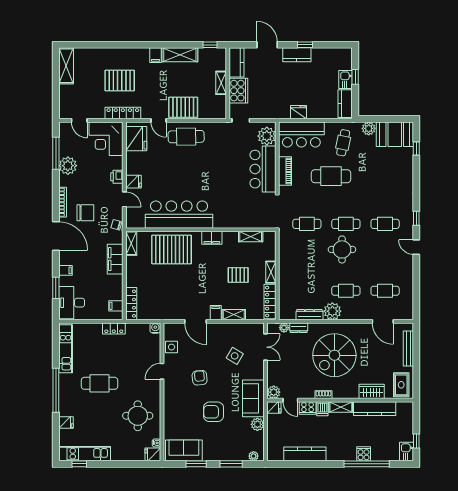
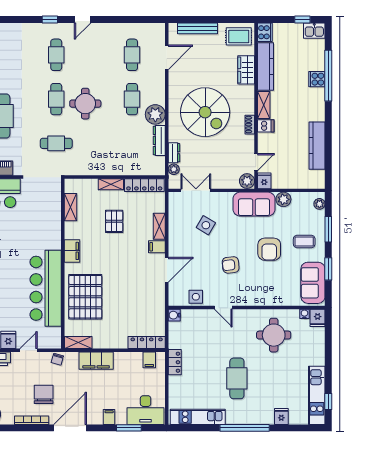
cafe table: (307, 224) -> (56, 143), turned 90
cooker: (308, 408) -> (265, 32), moved
coffee table: (220, 443) -> (304, 241), added

